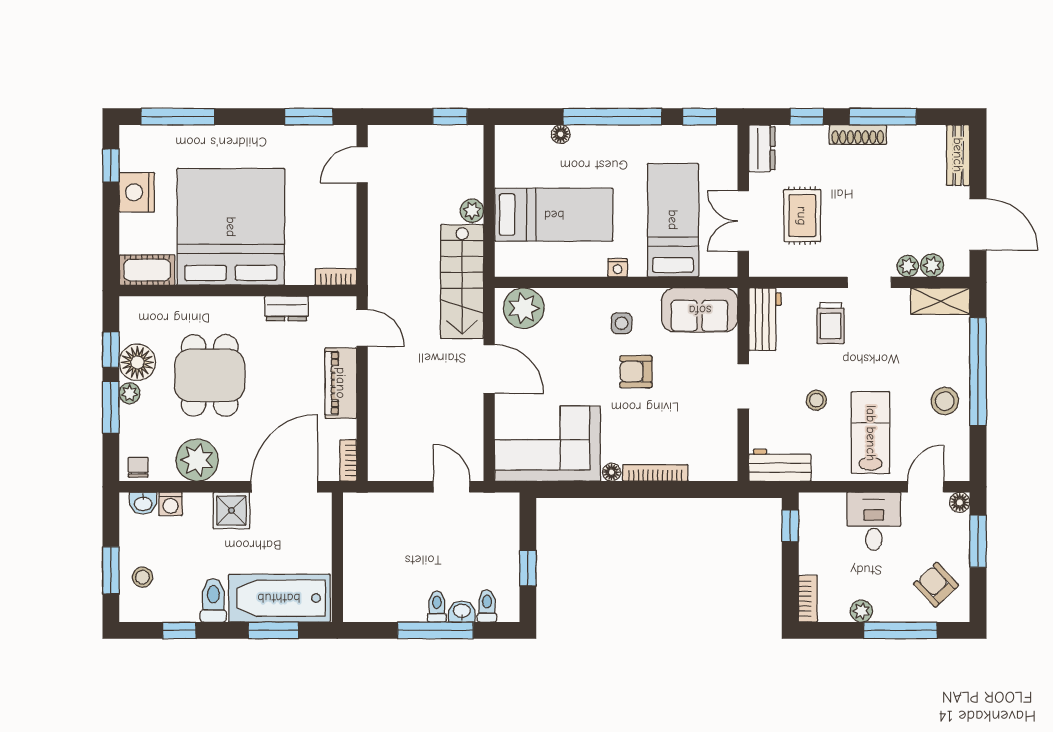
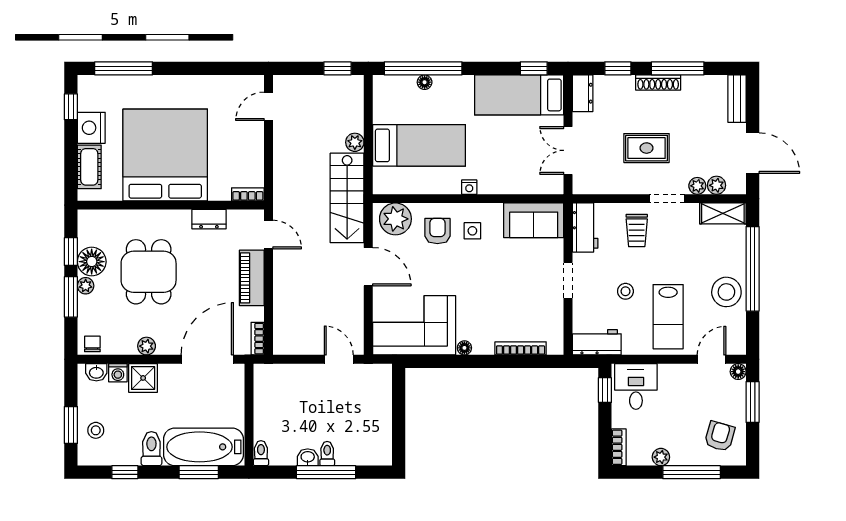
window: (309, 117) -> (226, 68), removed
window: (612, 117) -> (423, 68), moved
rug: (802, 216) -> (647, 148), moved, turned 90
bed: (673, 220) -> (519, 95), moved, turned -90
cot: (147, 270) -> (89, 167), moved, turned 90
armchair: (636, 372) -> (437, 231), moved, turned 90
stool: (945, 401) -> (726, 292), width x1.38, depth x1.38
lab bench: (871, 433) -> (668, 317), turned 180
plant: (197, 460) -> (147, 346), width x0.53, depth x0.53
bookcase: (655, 473) -> (521, 348), moved
shower: (231, 511) -> (143, 378), moved
desk: (874, 521) -> (636, 386), moved
window: (528, 568) -> (399, 423), removed
armchair: (936, 585) -> (720, 436), turned 59
toilet: (487, 606) -> (261, 453), moved
washbasin: (462, 611) -> (308, 457), moved

